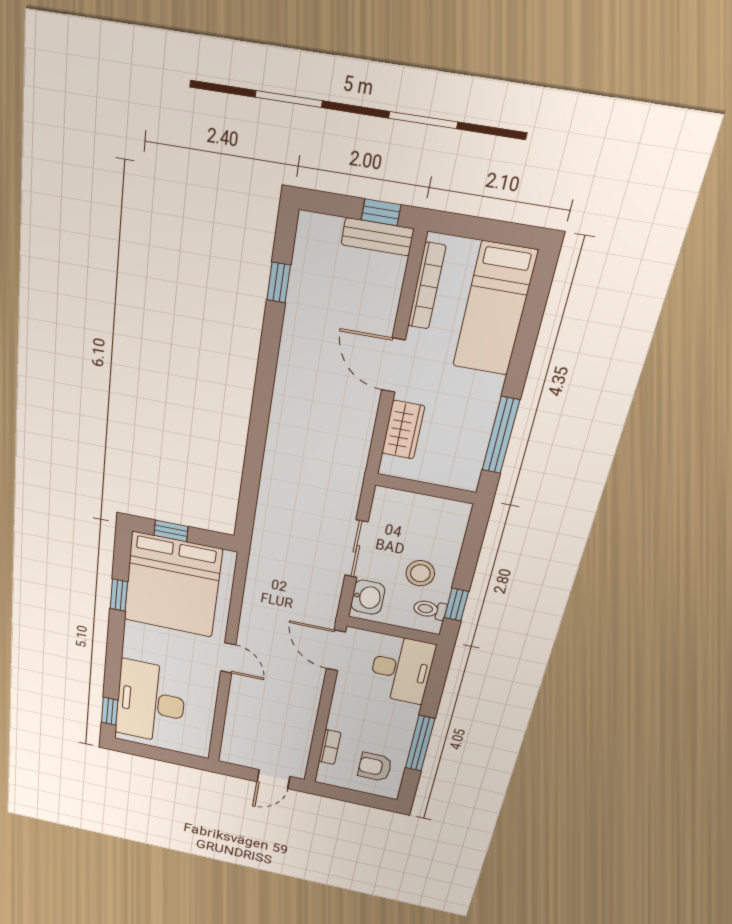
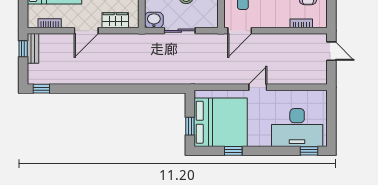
window: (279, 282) -> (41, 89), moved
bookcase: (427, 286) -> (50, 23), width x0.64
washbasin: (368, 597) -> (154, 20), moved

